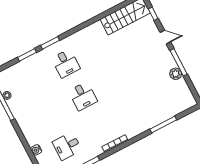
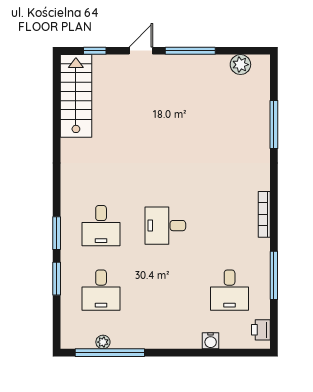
desk: (66, 63) -> (101, 226), turned 90
plant: (176, 74) -> (240, 65), moved
desk: (33, 81) -> (101, 290), added
desk: (83, 96) -> (165, 226), turned 180

